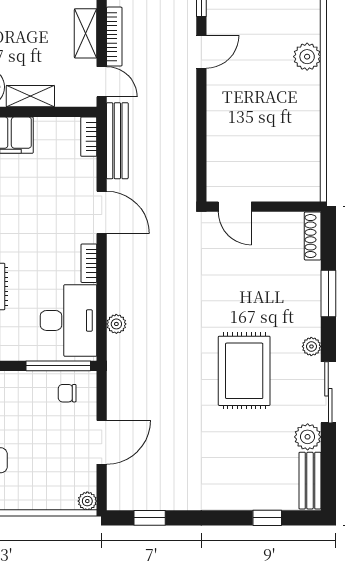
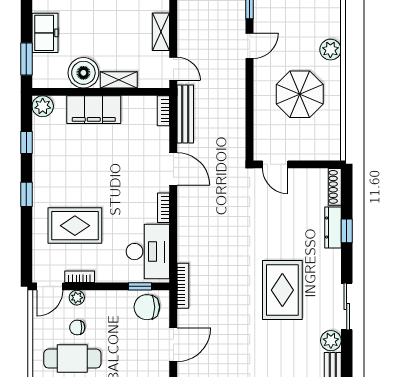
bookcase: (114, 37) -> (183, 286), moved
parasol: (267, 115) -> (300, 94), added
dresser: (310, 289) -> (333, 228), added
window: (328, 294) -> (347, 231), width x0.67
plant: (116, 324) -> (185, 254), removed
plant: (311, 346) -> (334, 271), removed
window: (58, 366) -> (140, 286), width x0.46
chair: (67, 393) -> (147, 307), width x1.87, depth x1.87

